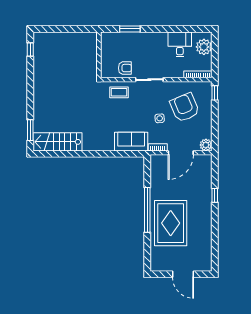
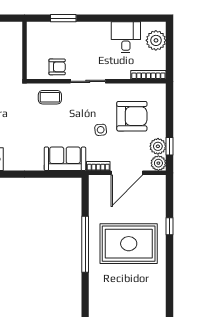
window: (215, 93) -> (169, 146), moved
armchair: (185, 107) -> (132, 116), turned 113
plant: (205, 132) -> (158, 146), added
rug: (171, 223) -> (129, 244), moved, turned 90

